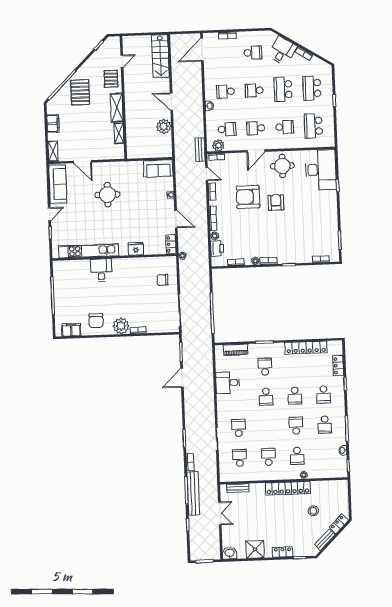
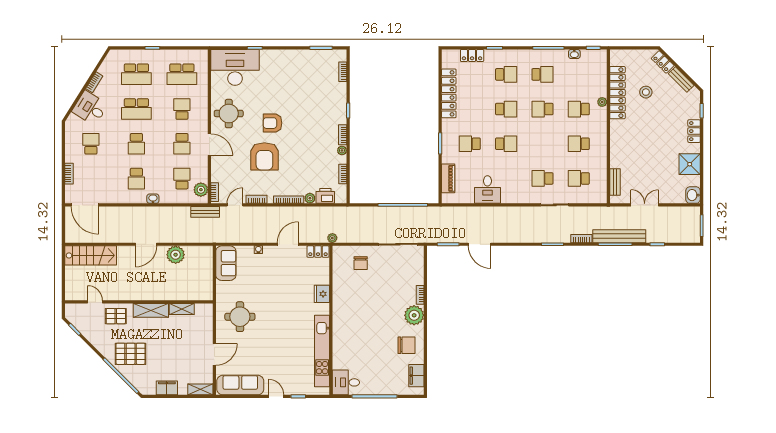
round table: (108, 195) -> (240, 317), moved
desk: (101, 270) -> (346, 382), moved
school desk: (297, 456) -> (579, 109), turned 180
locker: (288, 488) -> (617, 93), moved

